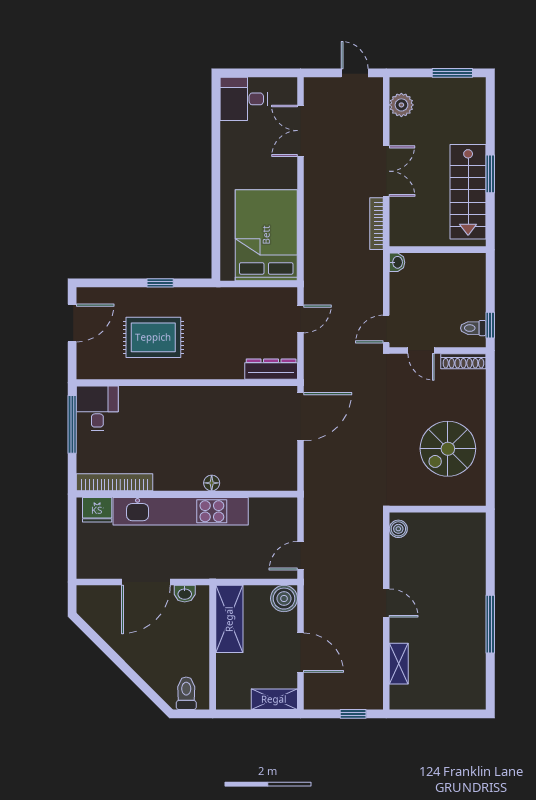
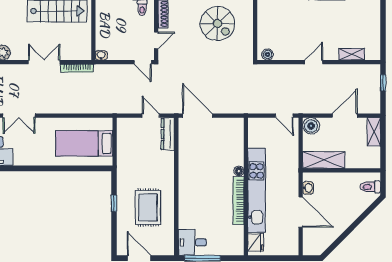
bed: (266, 235) -> (84, 143), width x0.67
door: (301, 319) -> (151, 116), moved
bookcase: (115, 482) -> (238, 201), moved

